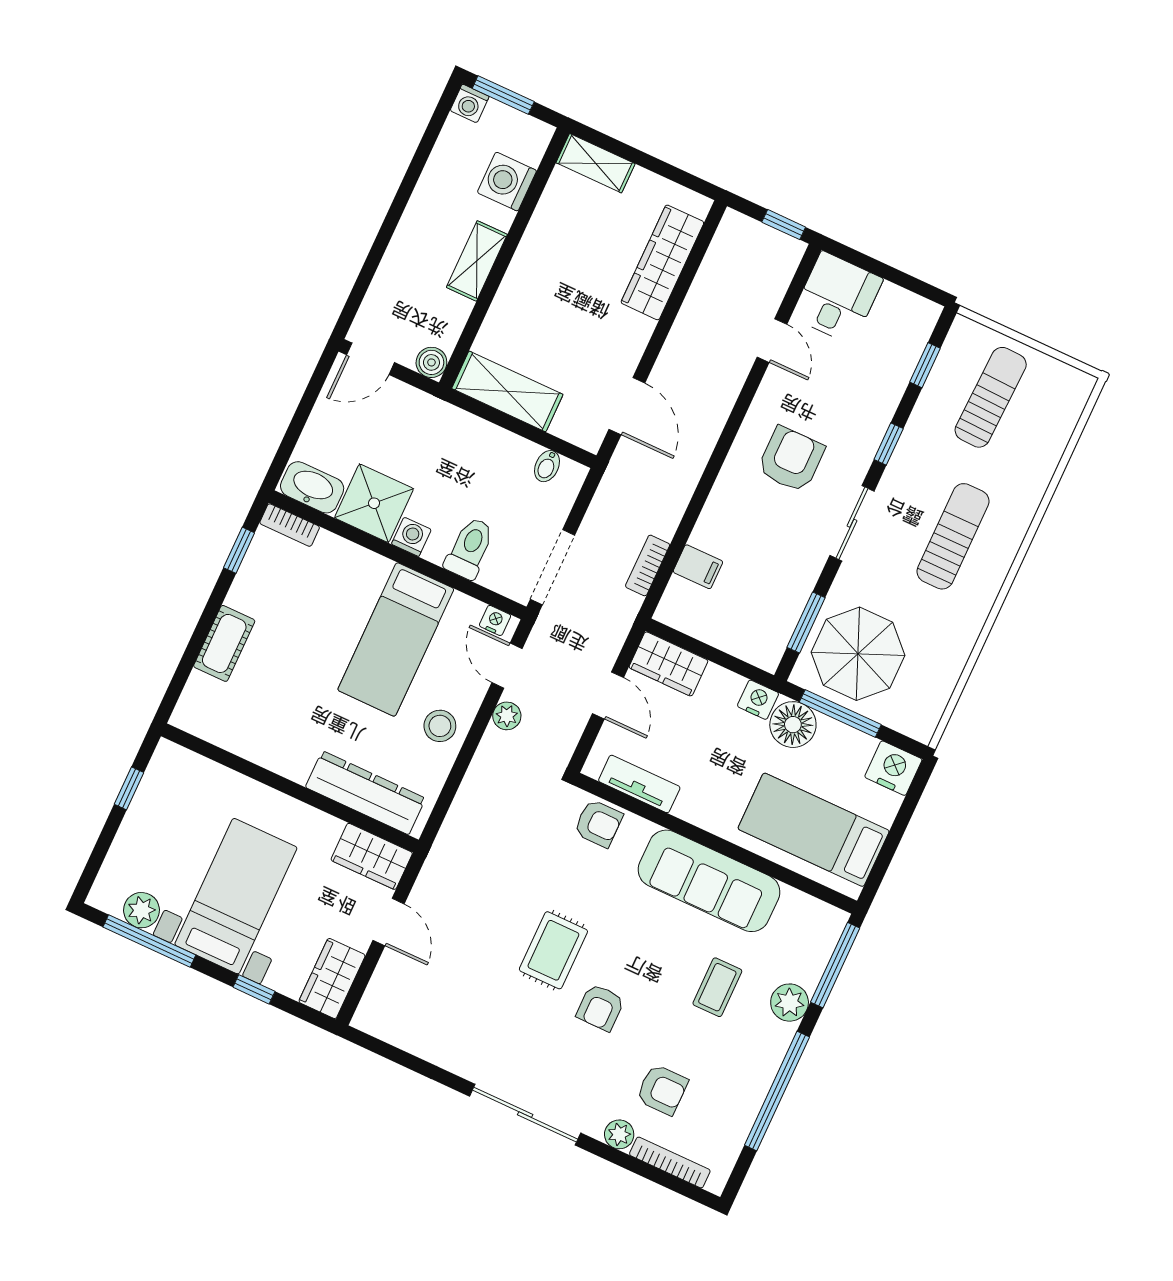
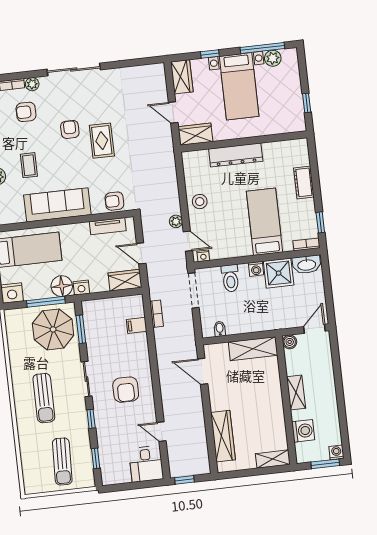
bed: (396, 639) -> (265, 222), moved
dresser: (365, 793) -> (236, 155), moved

